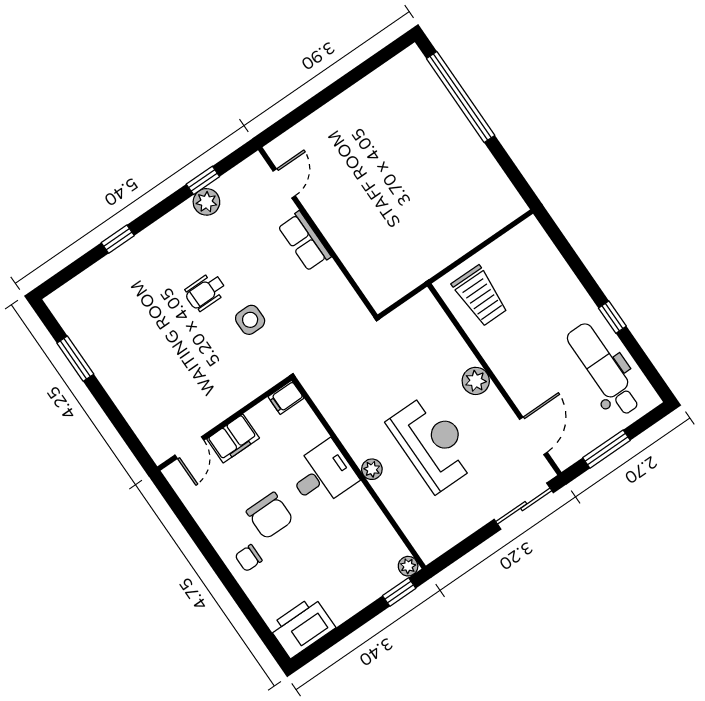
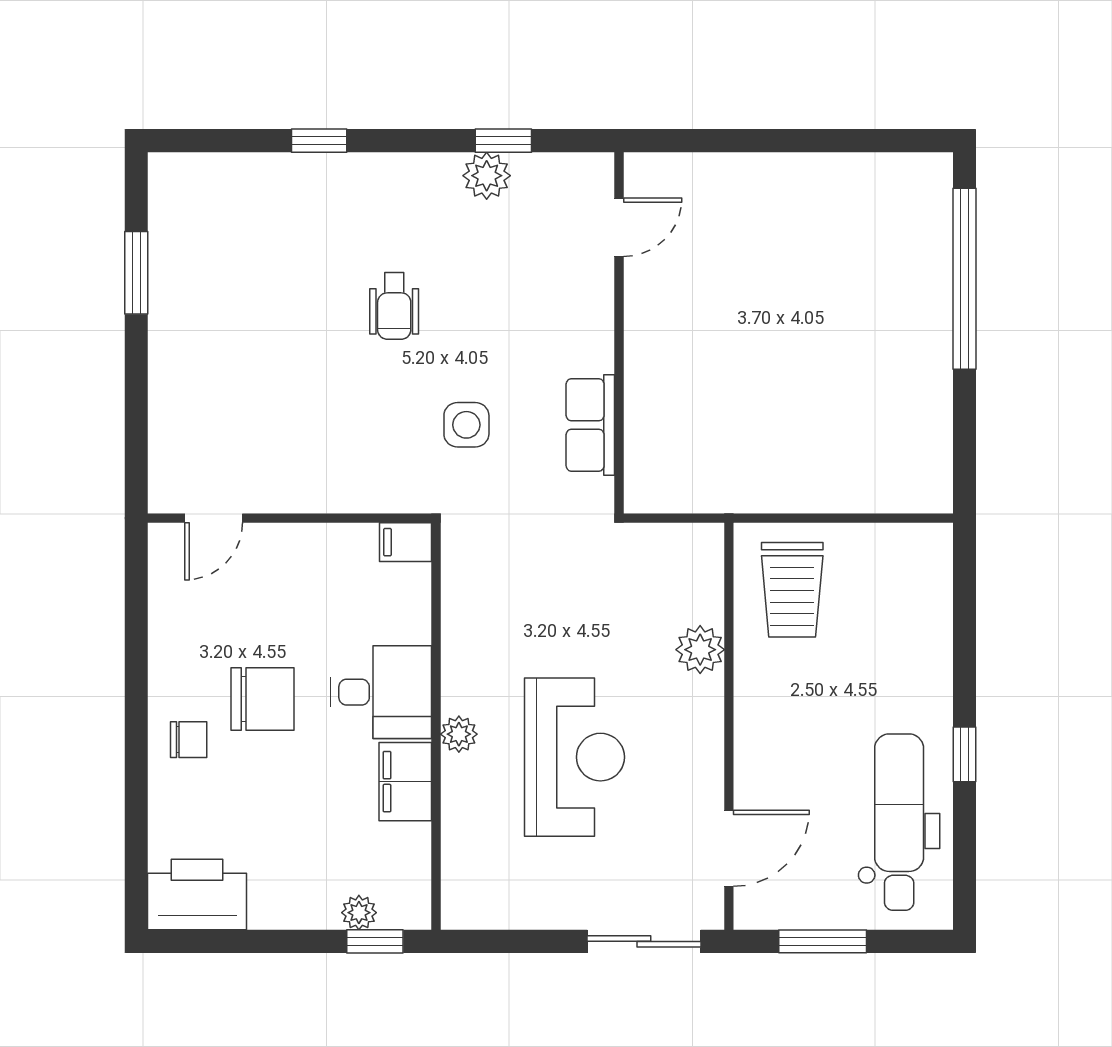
row of seats: (304, 241) -> (590, 425), moved
wheelchair: (205, 292) -> (394, 306), turned -90
side table: (250, 320) -> (466, 425), moved
plant: (476, 381) -> (700, 650), moved
filing cabinet: (233, 438) -> (405, 782), moved, turned 90
chair: (270, 516) -> (262, 699), turned -90
chair: (249, 558) -> (189, 740), turned 180
plant: (408, 566) -> (359, 913), moved

